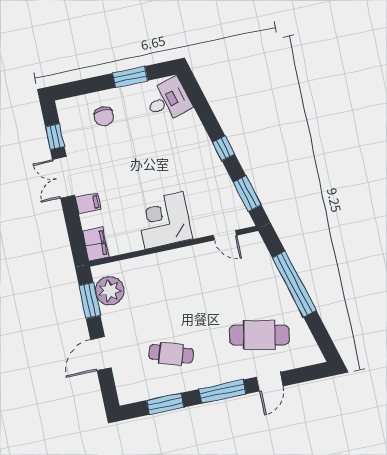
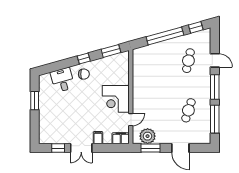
desk: (168, 100) -> (62, 80), moved
chair: (104, 116) -> (84, 74), moved
door: (225, 235) -> (131, 120), moved
cafe table: (259, 335) -> (188, 61), width x0.73, depth x0.74
window: (321, 335) -> (196, 27), added
window: (165, 404) -> (215, 119), width x1.44

